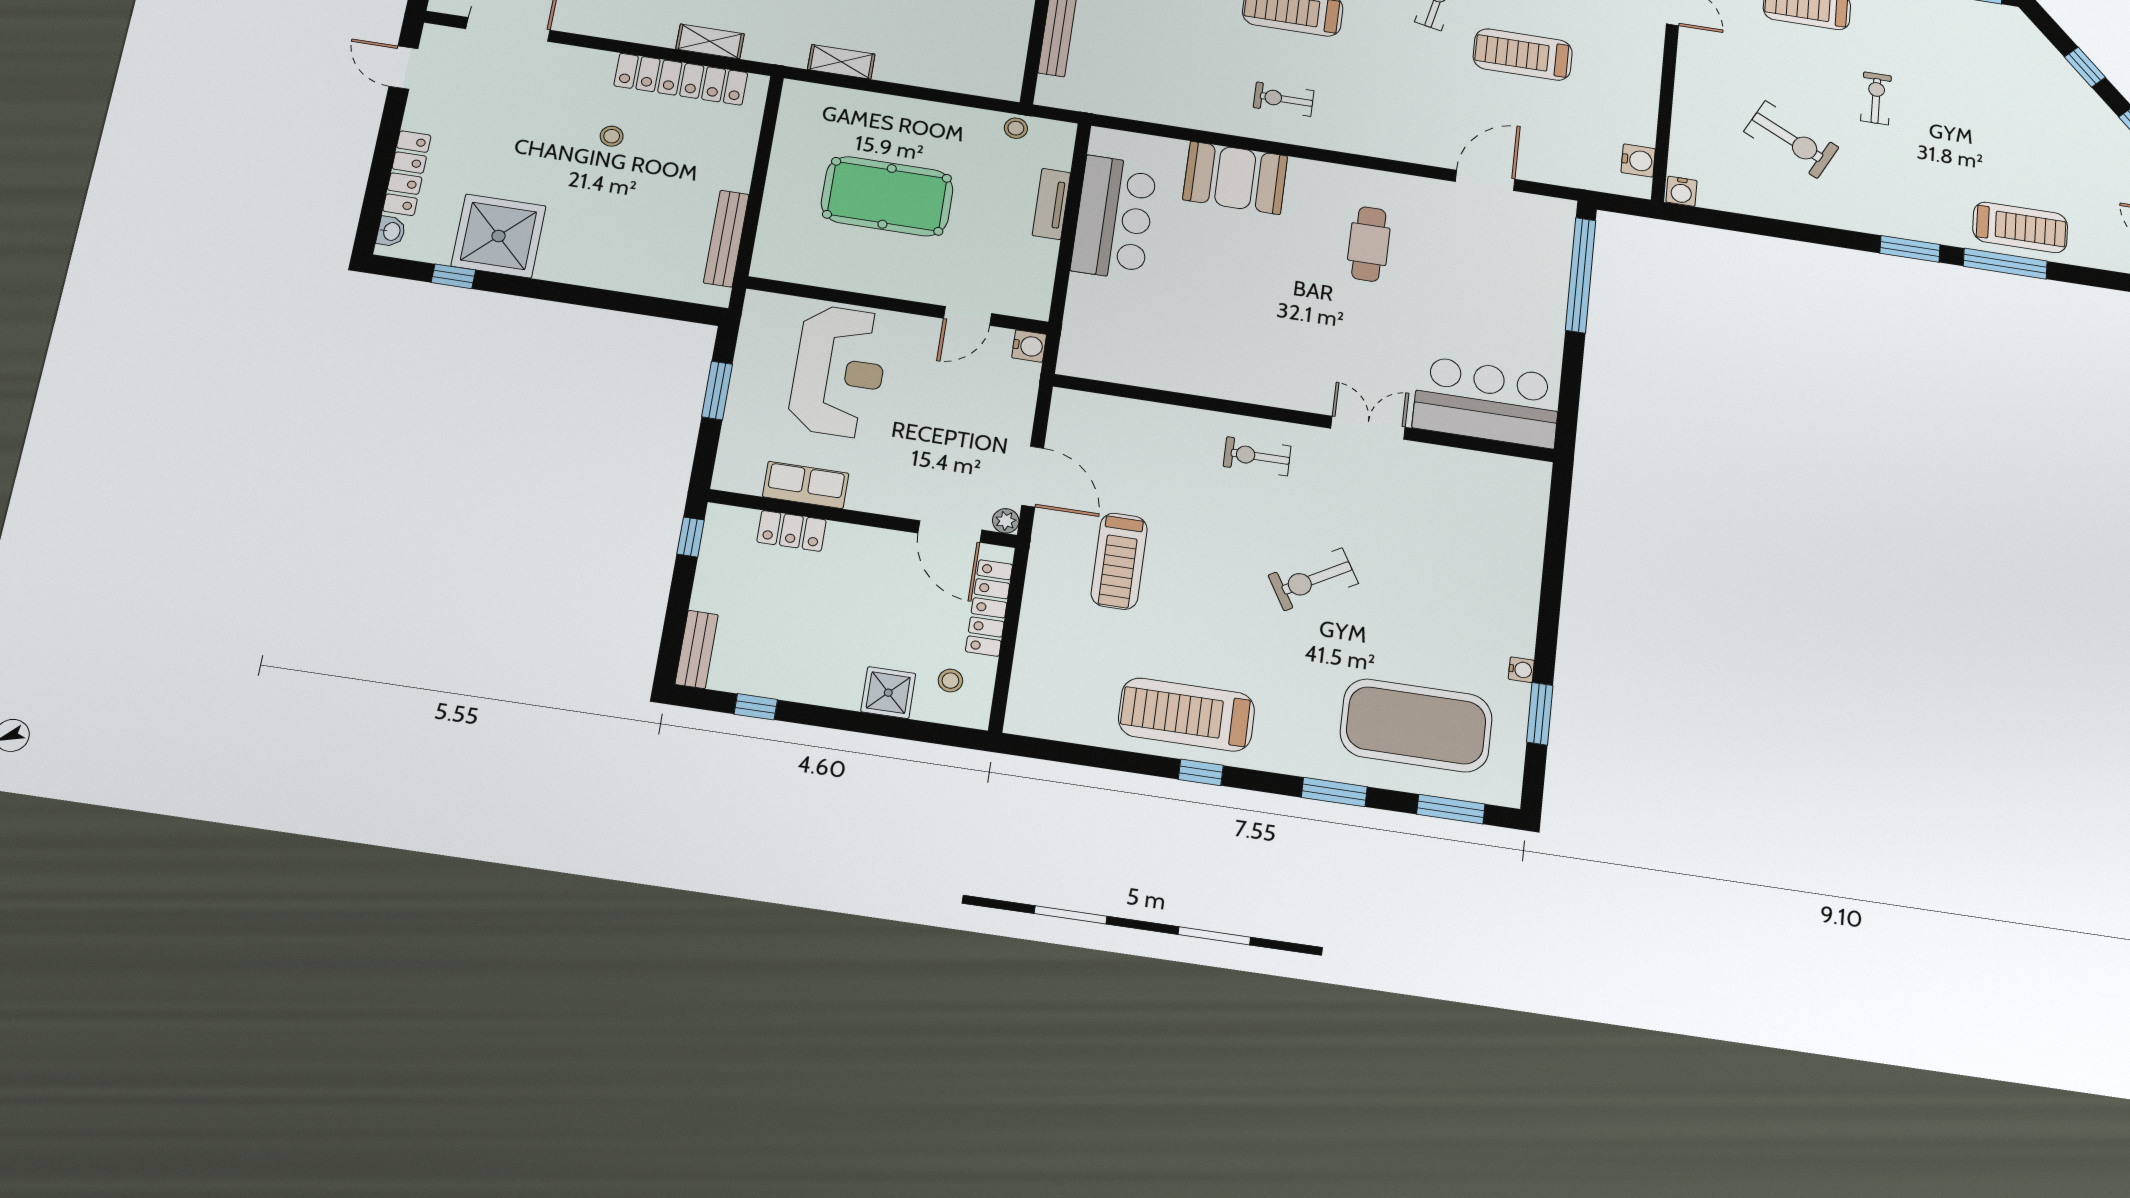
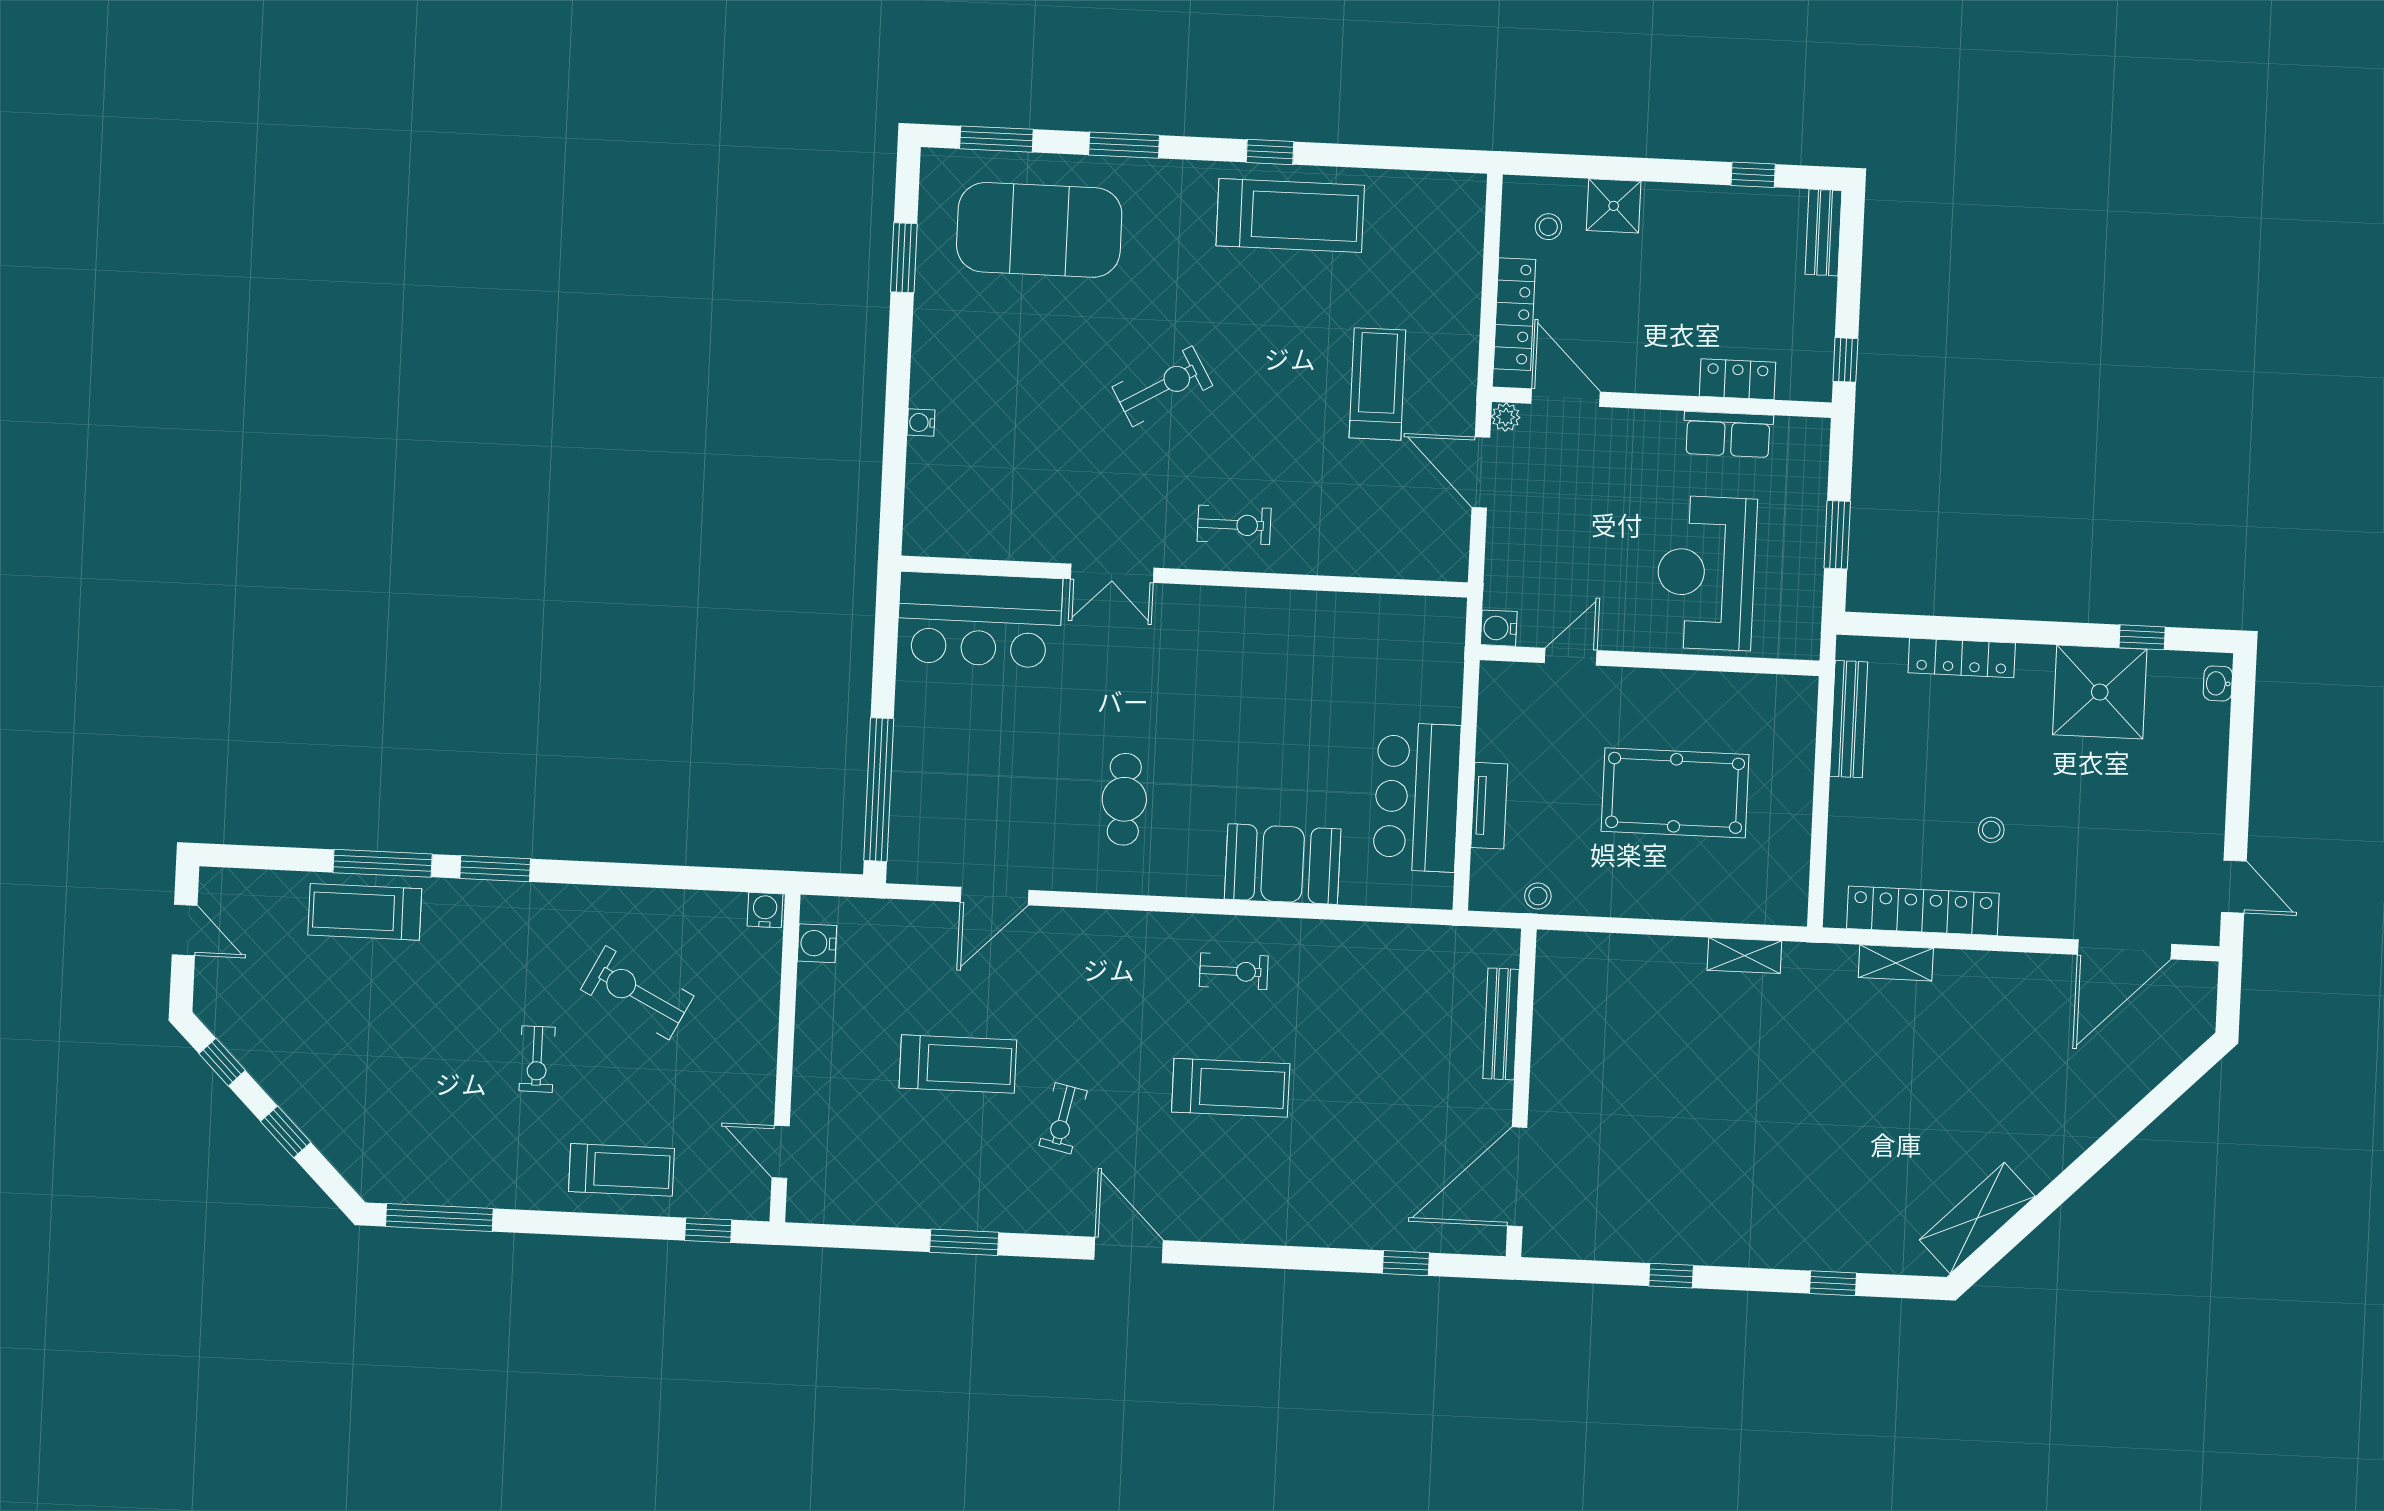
locker: (407, 173) -> (1962, 658), moved, turned -90
water cooler: (1521, 670) -> (921, 423), moved

